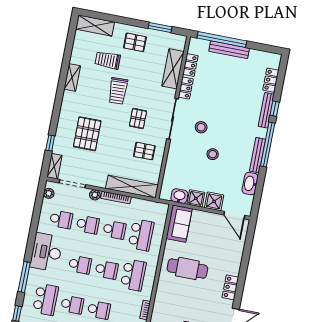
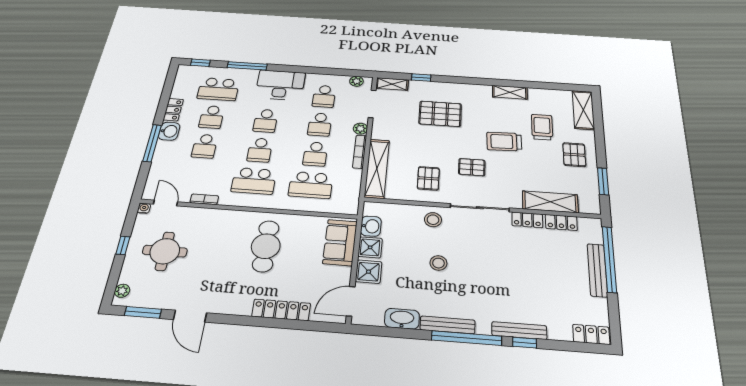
locker: (271, 80) -> (591, 334), moved
stool: (201, 127) -> (433, 220), moved
sofa: (179, 224) -> (340, 242), moved, turned 90
locker: (230, 287) -> (281, 310), moved, width x1.53

